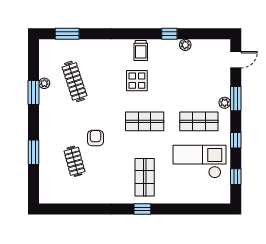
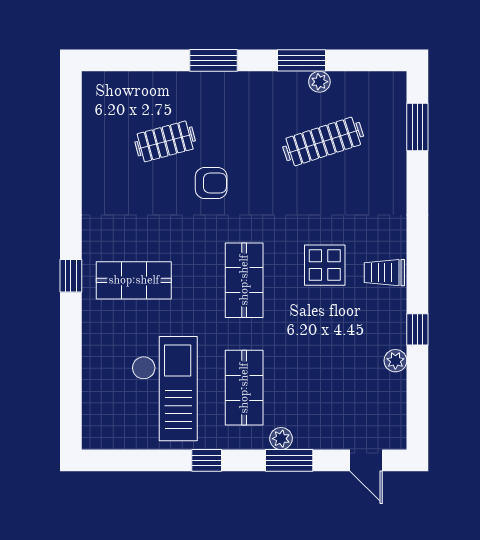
window: (34, 152) -> (213, 60), moved
window: (236, 177) -> (135, 460), removed

